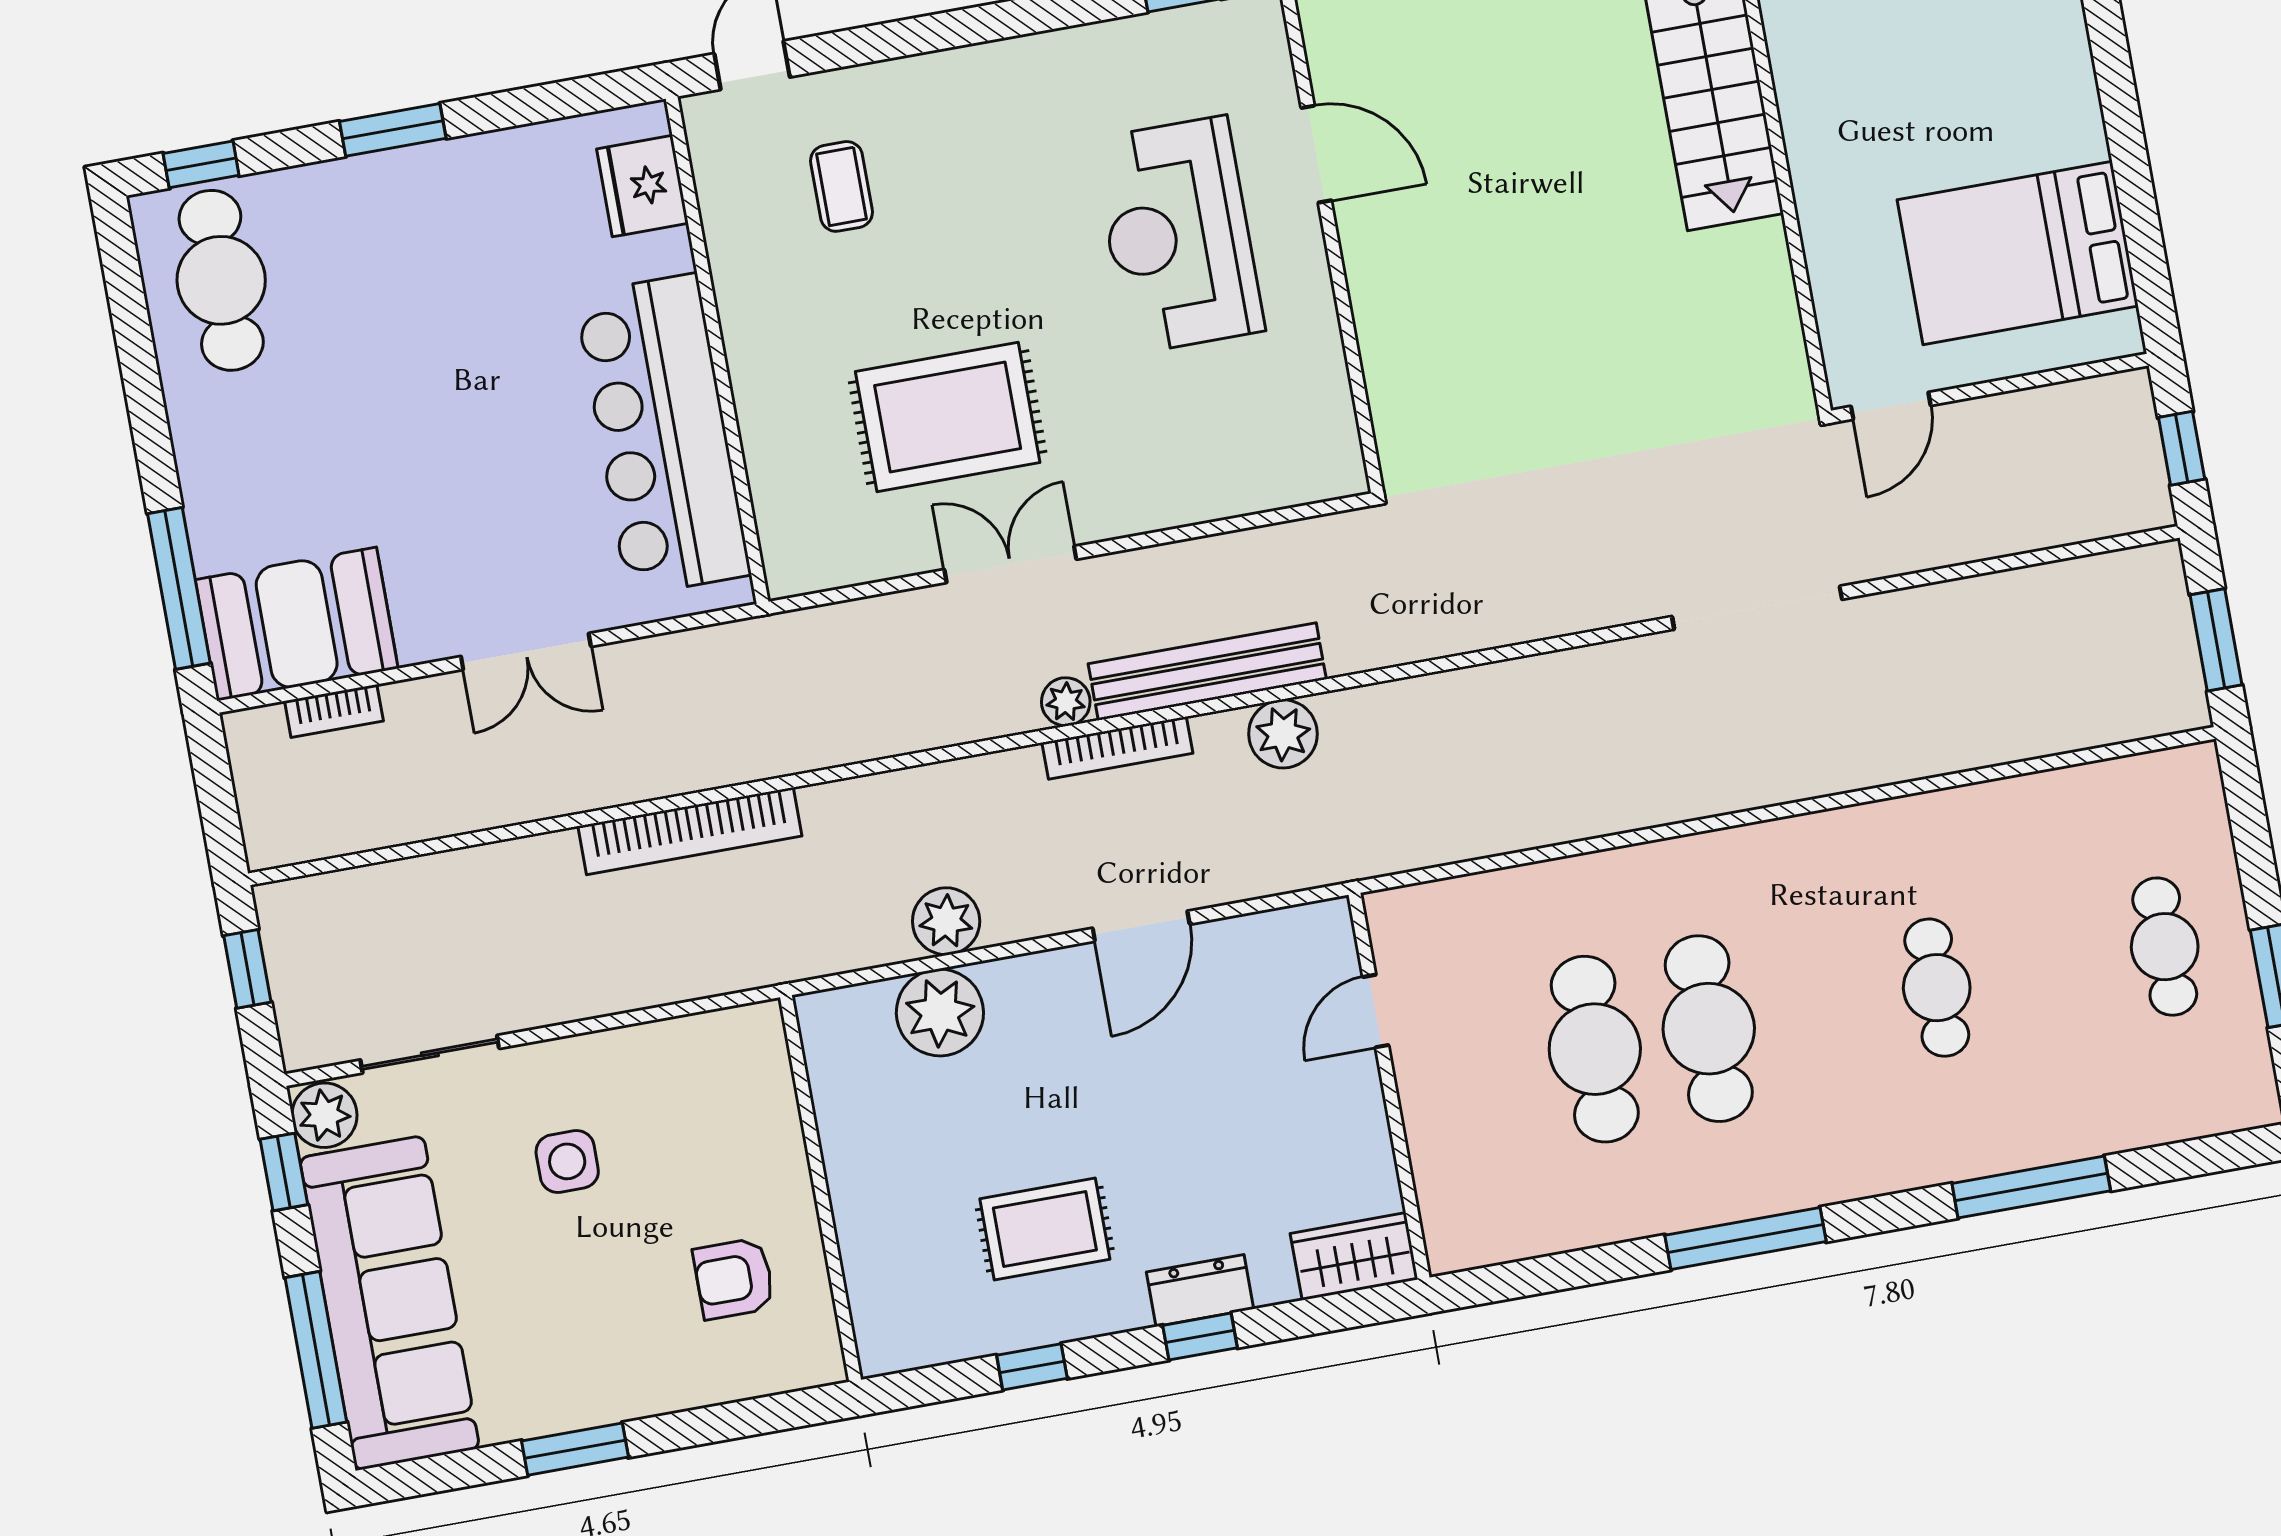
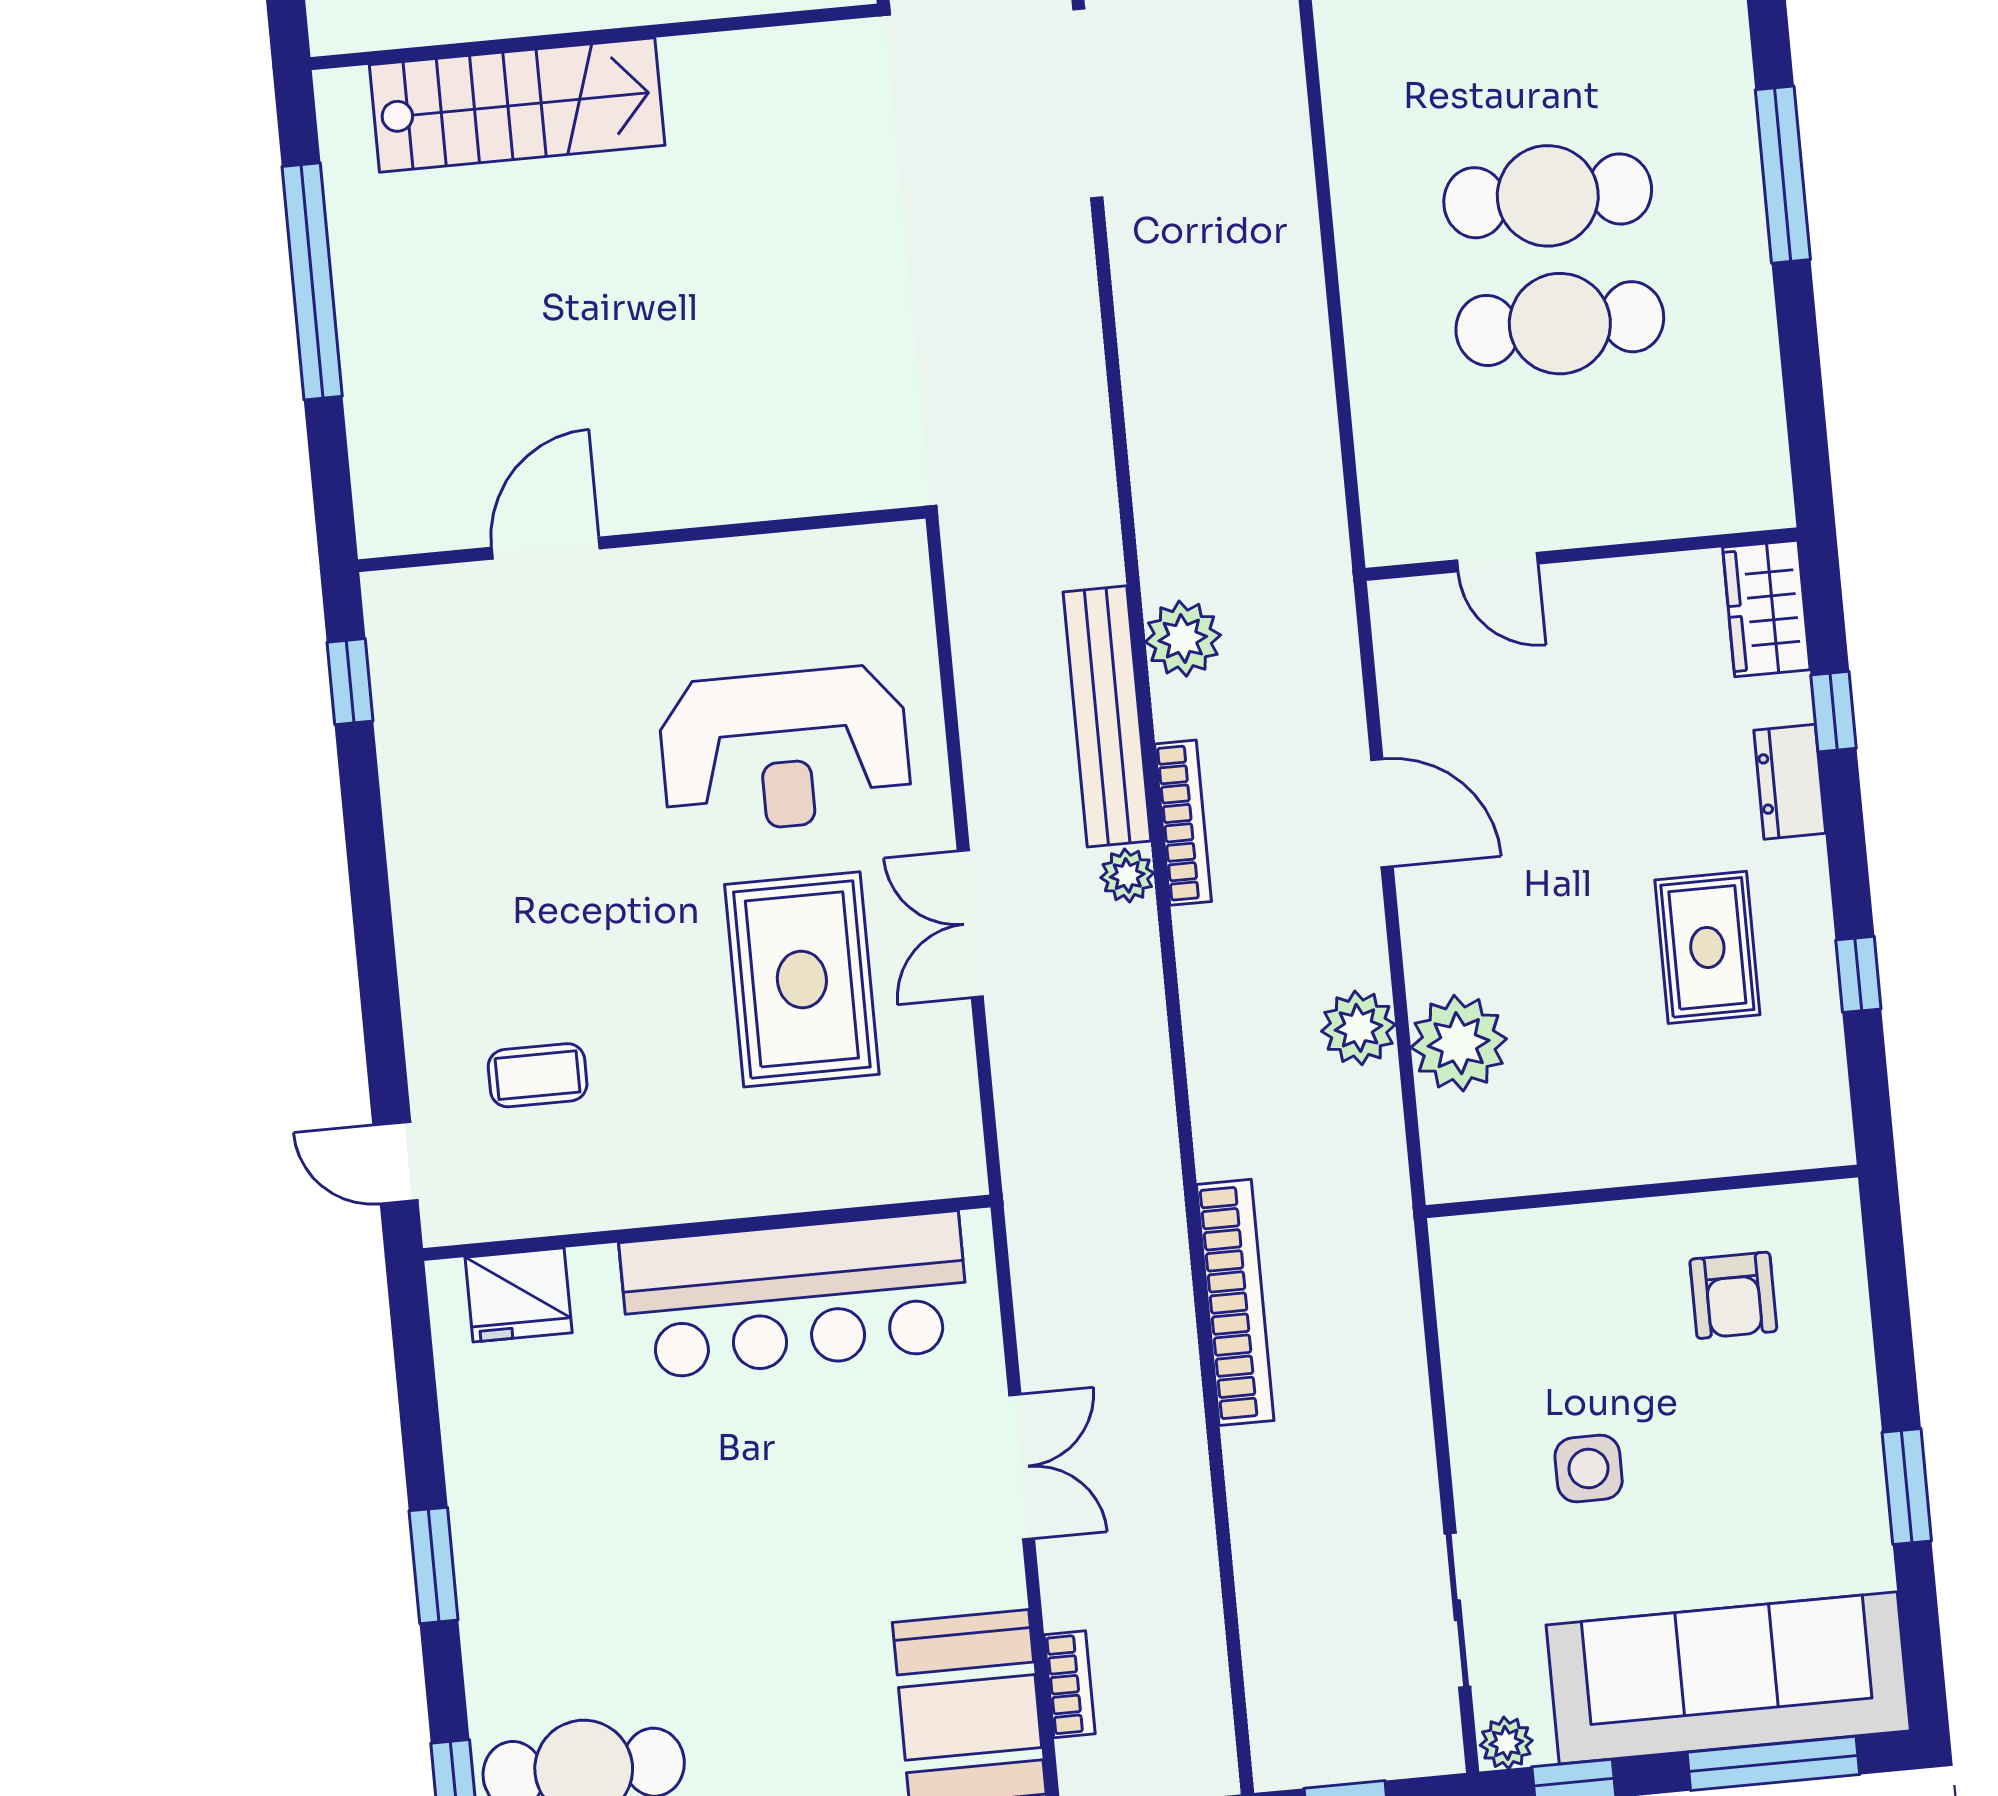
reception desk: (1178, 235) -> (785, 750), moved
plant: (324, 1115) -> (1506, 1743), width x0.73, depth x0.73
window: (1200, 1337) -> (1834, 712), moved

